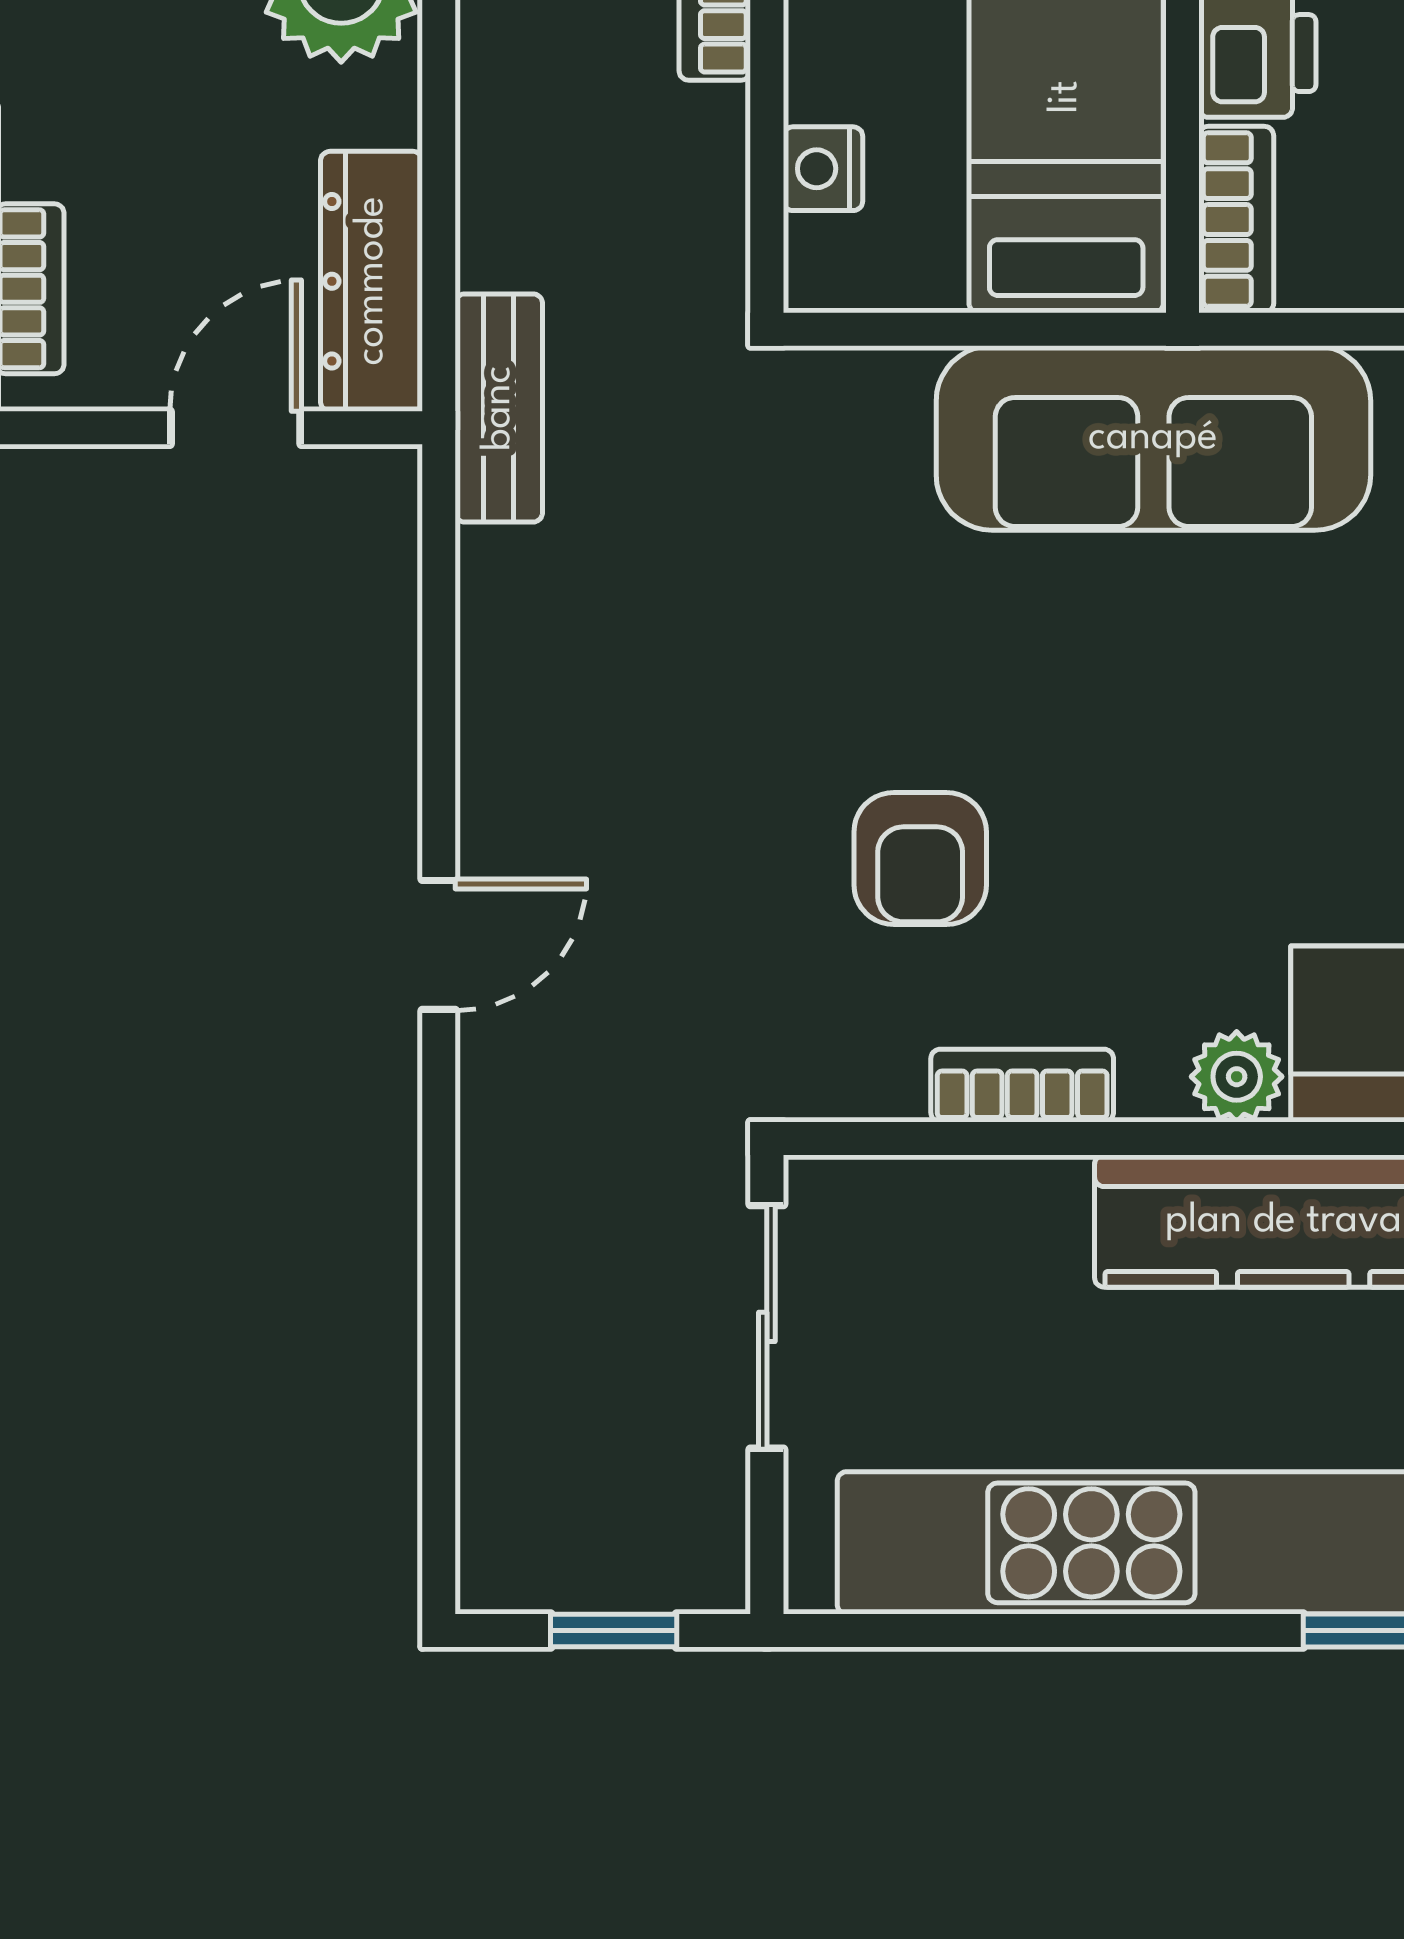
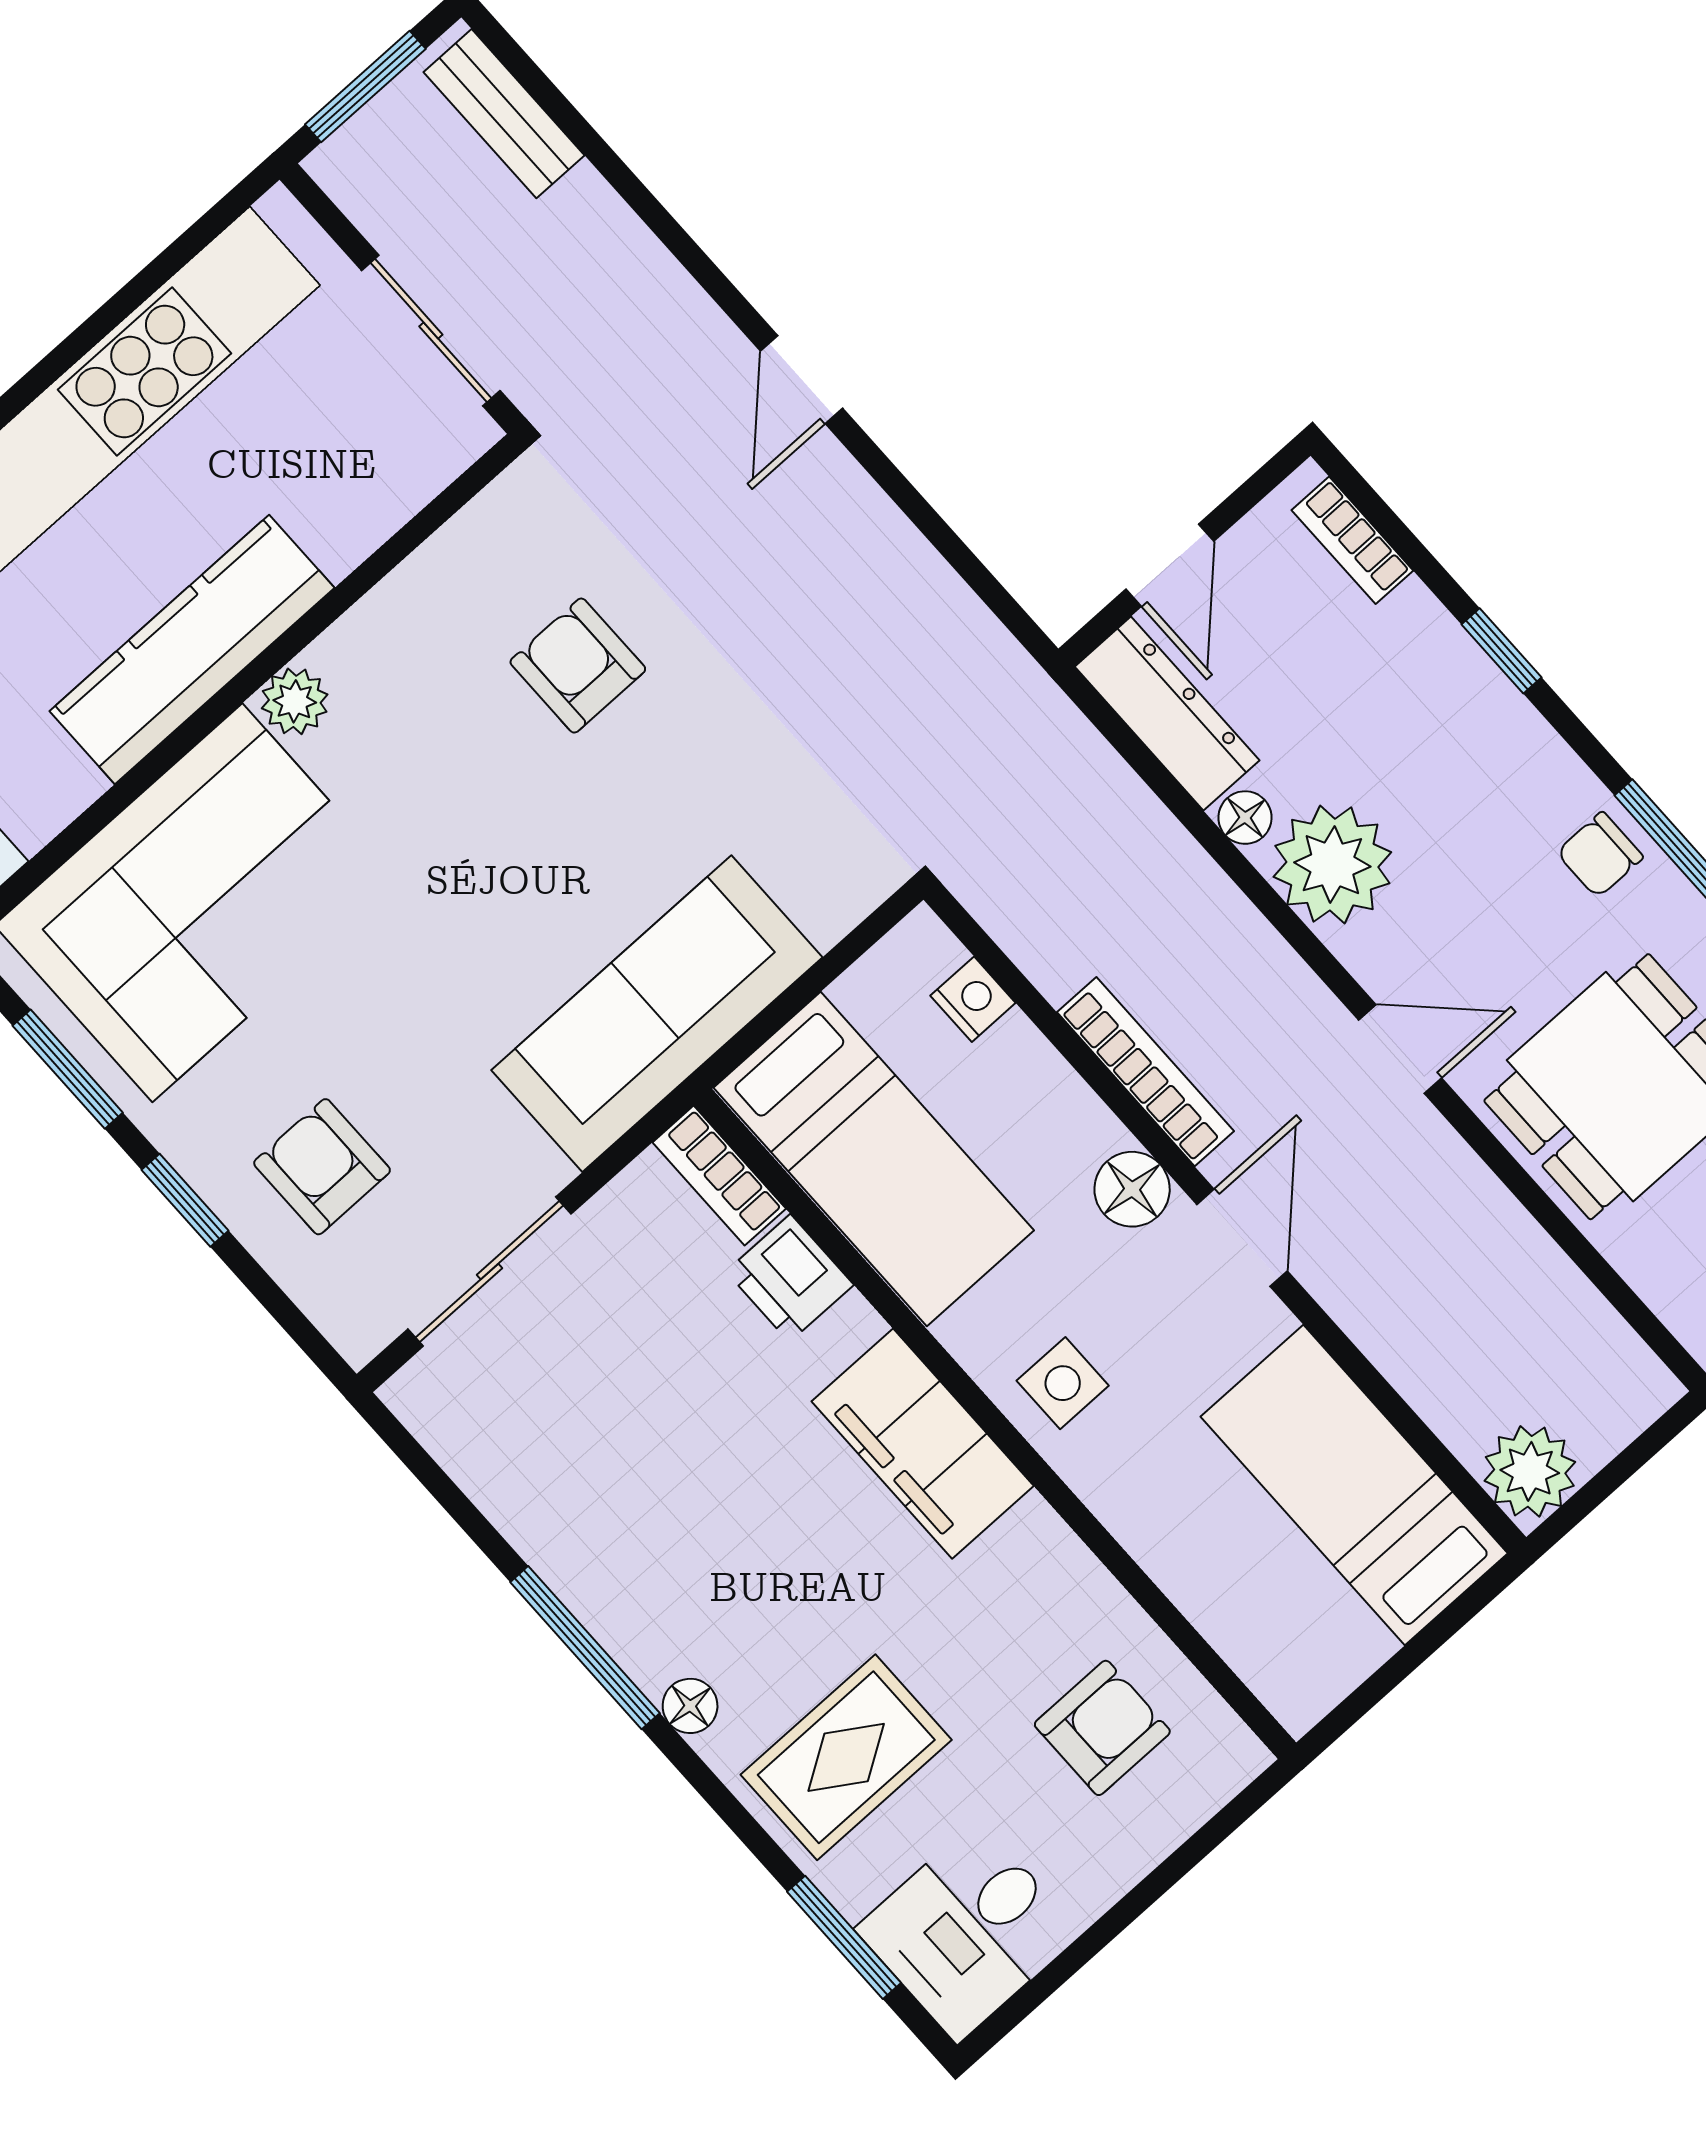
floor lamp: (387, 107) -> (1245, 818), added
bench: (499, 408) -> (504, 114), moved
bookcase: (1022, 1086) -> (409, 590), removed
window: (614, 1631) -> (365, 87), width x1.50

